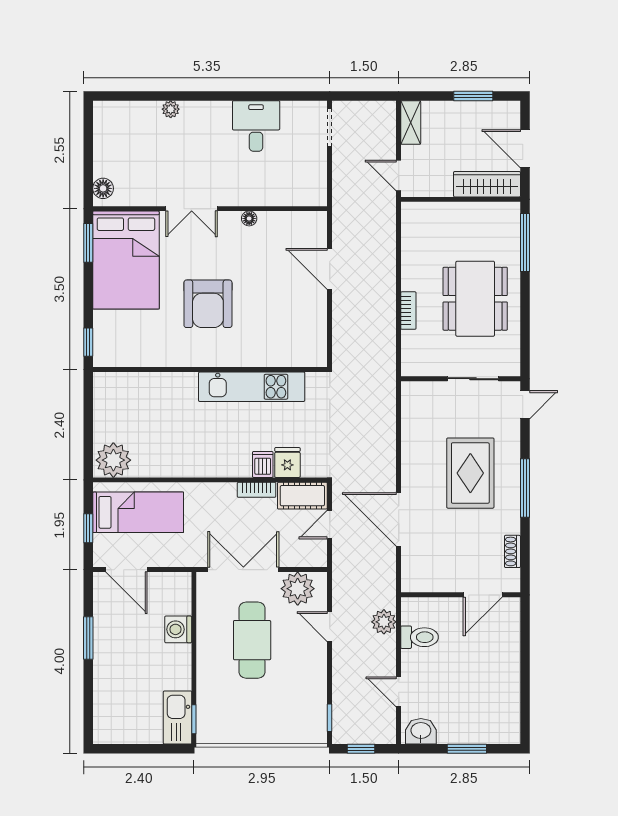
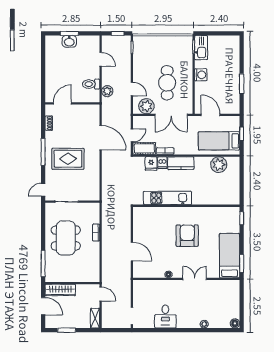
floor lamp: (103, 188) -> (235, 323), moved
bed: (126, 260) -> (230, 256), width x0.67
plant: (113, 460) -> (219, 165), moved
kitchen counter: (222, 463) -> (181, 163), added
rug: (470, 473) -> (68, 159), turned 90
door: (126, 570) -> (211, 115), moved
washing machine: (178, 629) -> (201, 75), moved
washbasin: (421, 731) -> (69, 41), moved

